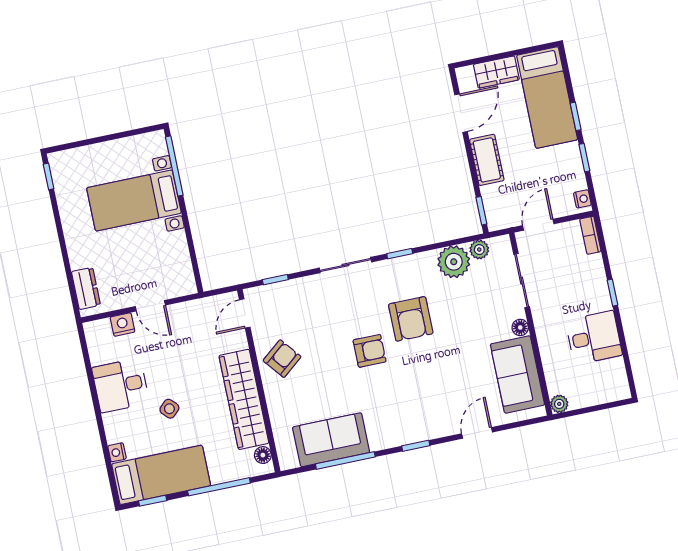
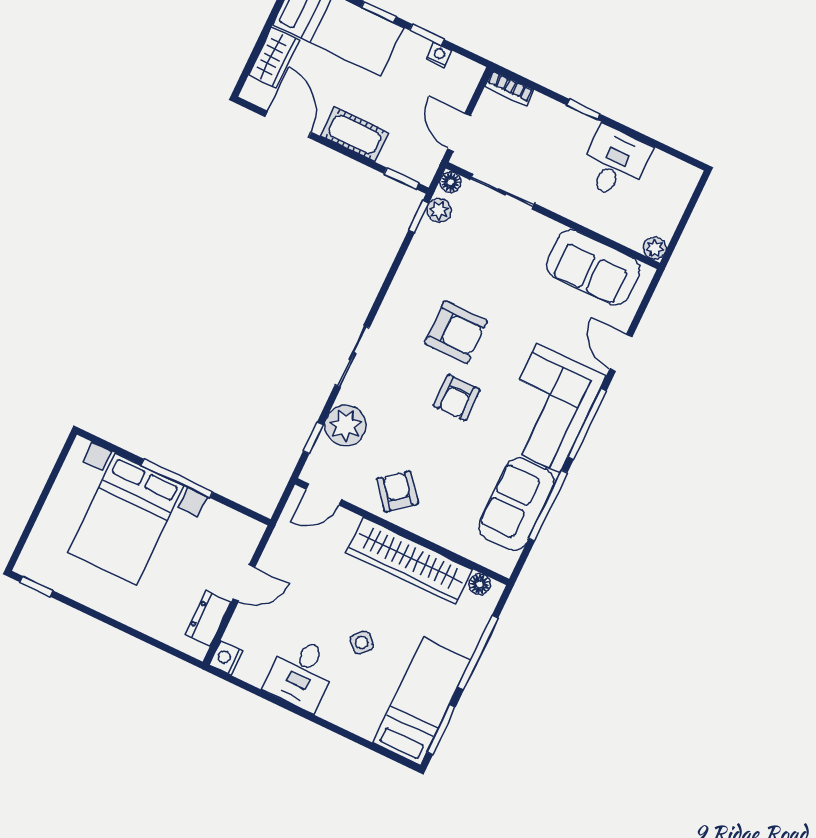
window: (174, 166) -> (177, 478), moved
nightstand: (582, 199) -> (439, 55), moved
bed with nightstands: (134, 201) -> (126, 519), width x1.36
window: (400, 254) -> (419, 217), moved
plant: (454, 262) -> (346, 425), moved
dresser: (86, 288) -> (208, 618), moved, turned -90
door: (245, 313) -> (324, 494), hinge flipped
nightstand: (122, 325) -> (226, 658), moved
floor lamp: (520, 327) -> (450, 182), moved
armchair: (370, 351) -> (457, 398), turned 180
corner sofa: (407, 414) -> (548, 408), added
window: (416, 446) -> (587, 424), width x2.17
nightstand: (117, 452) -> (365, 728), removed
window: (153, 501) -> (441, 730), width x1.50

